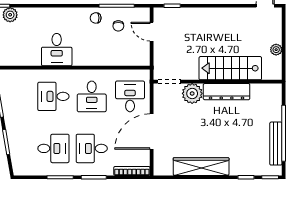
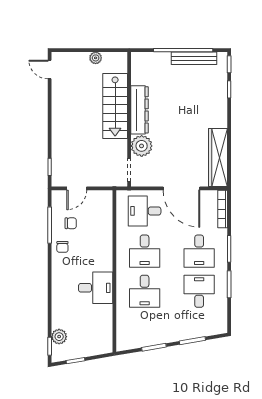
desk: (92, 96) -> (145, 251), turned 90
wardrobe: (201, 167) -> (218, 158), moved

